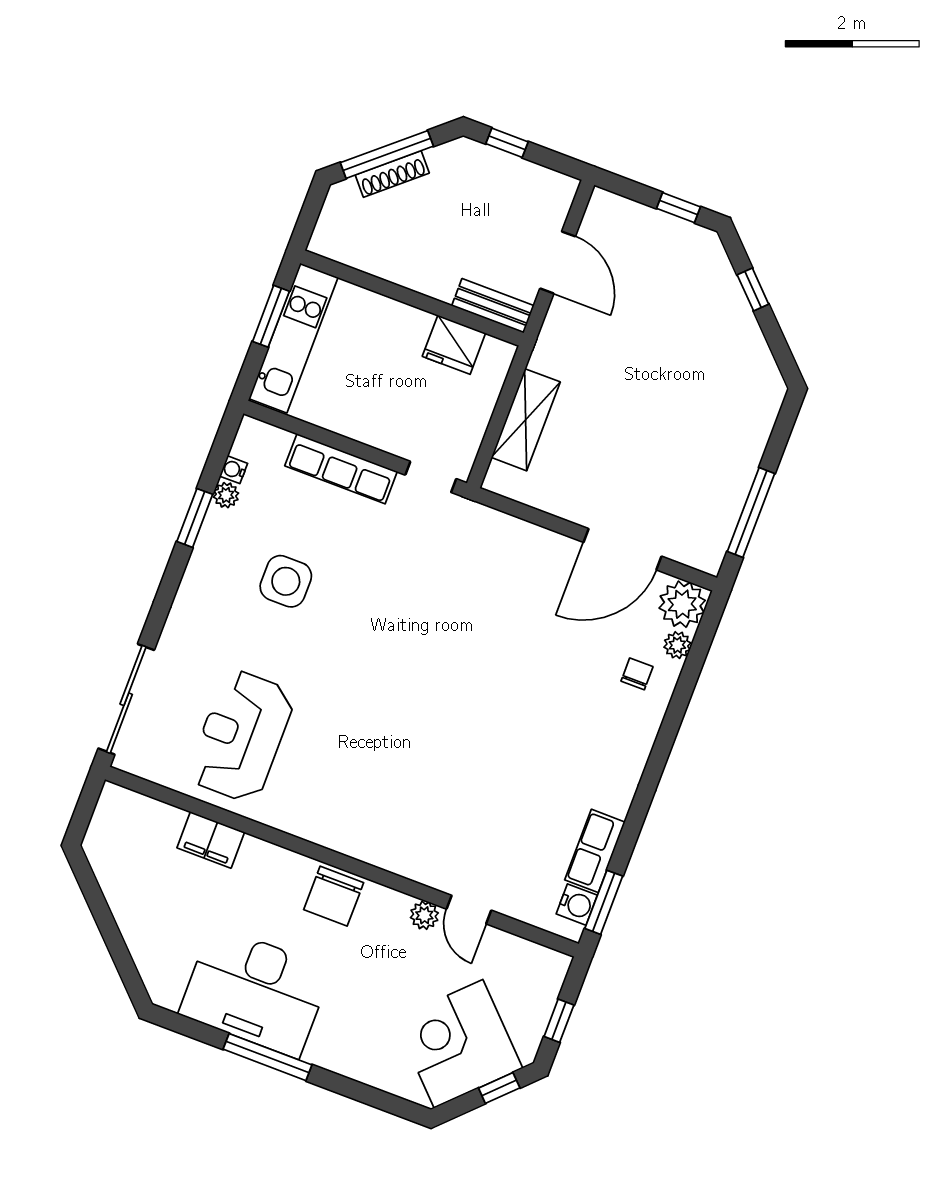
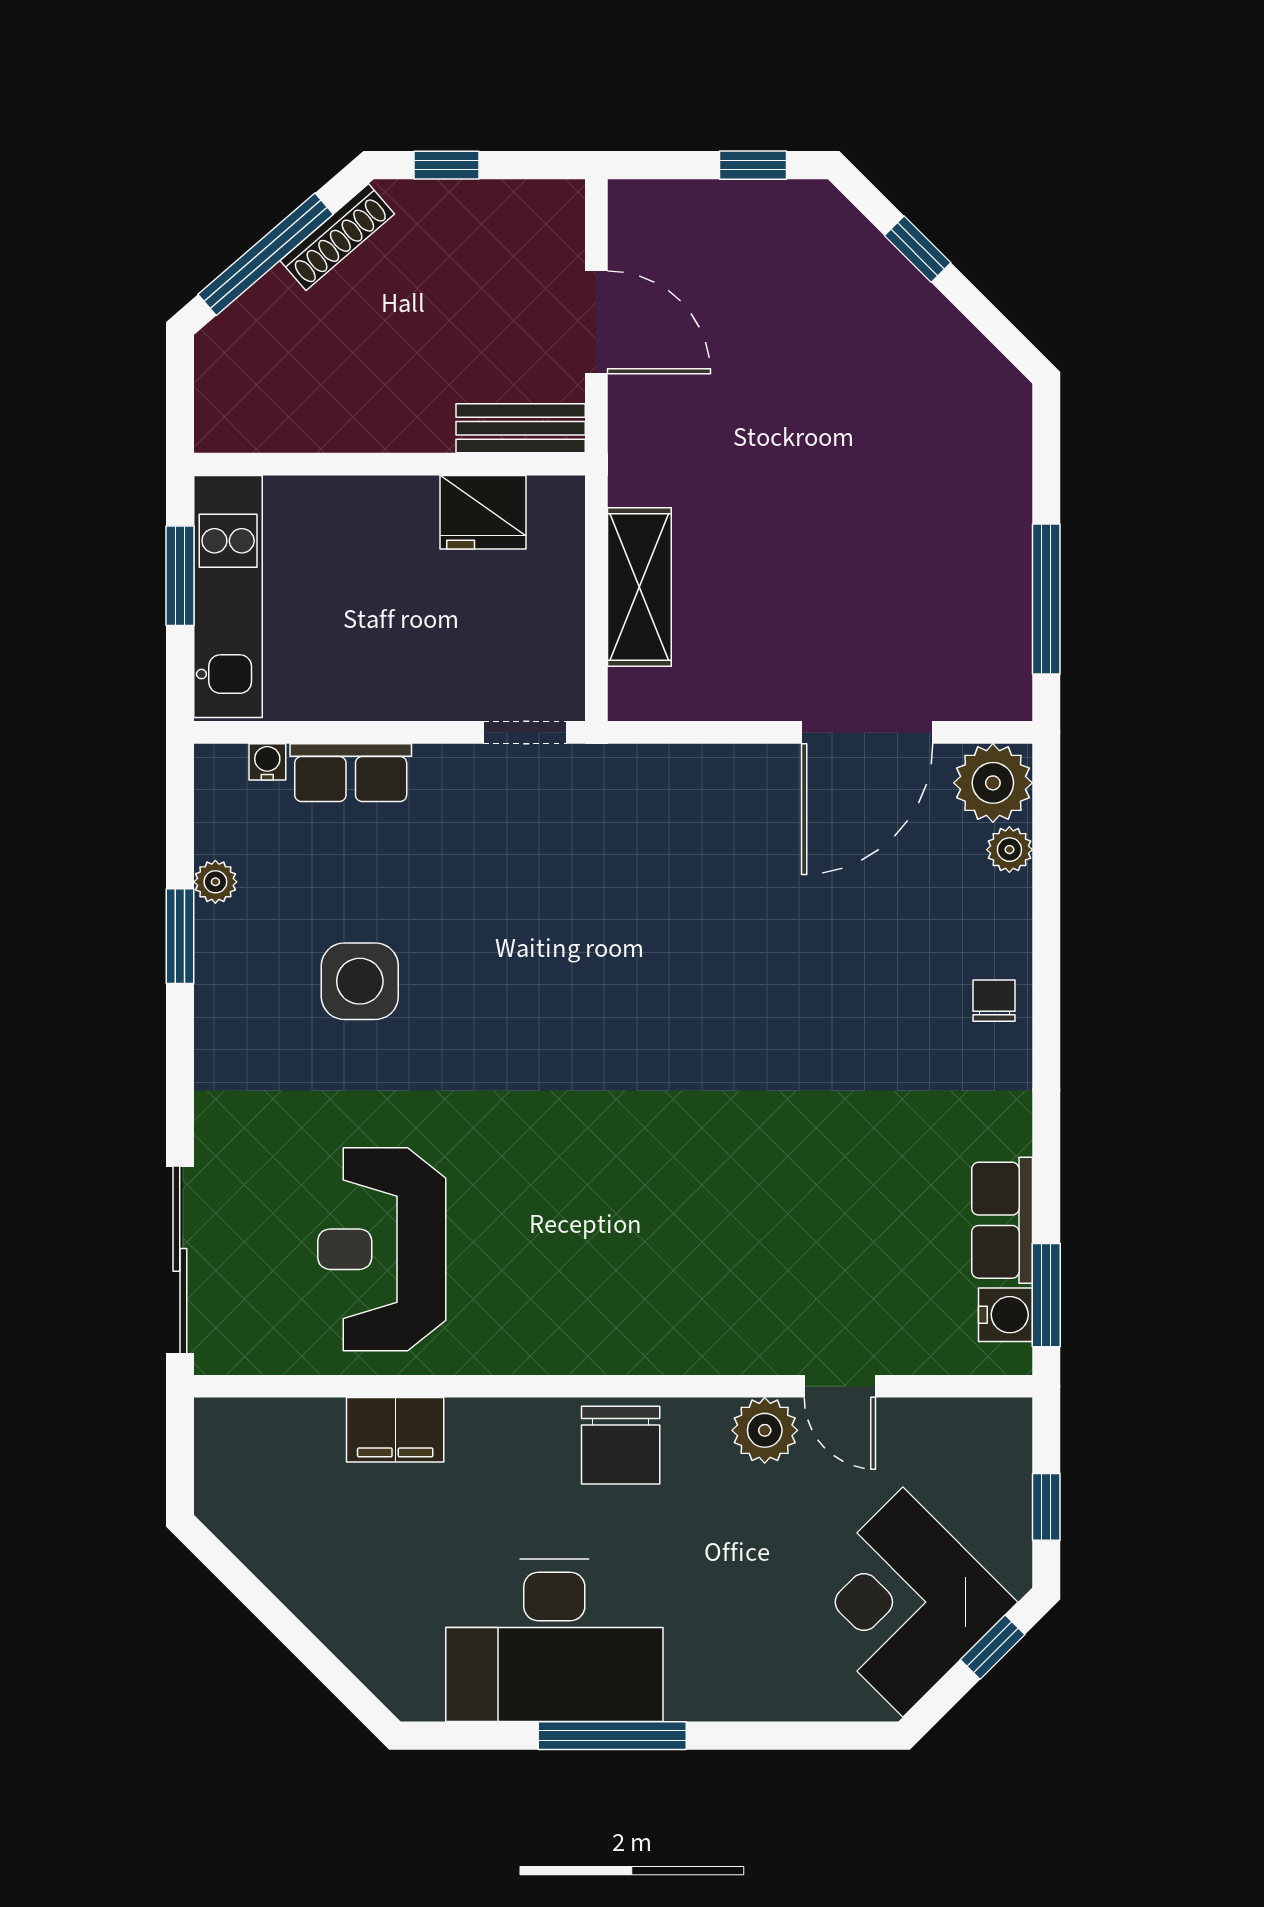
shoe rack: (392, 174) -> (337, 237), moved
row of seats: (341, 469) -> (351, 773), width x0.68
water cooler: (234, 470) -> (267, 762), moved, turned 90
chair: (637, 674) -> (994, 1001), moved
plant: (424, 915) -> (765, 1430), width x1.38, depth x1.38

